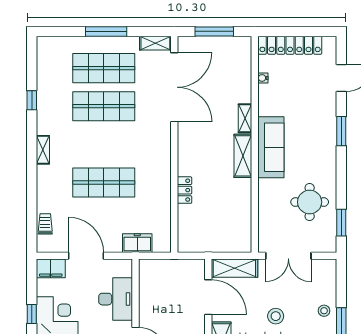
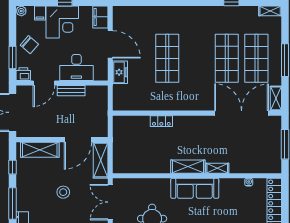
double door: (174, 87) -> (242, 113), swing flipped
shelving: (43, 150) -> (270, 11), moved
trolley: (45, 224) -> (135, 13), removed
freezer: (137, 243) -> (120, 72), moved
door: (86, 256) -> (110, 44), hinge flipped
bench: (145, 306) -> (71, 91), added

